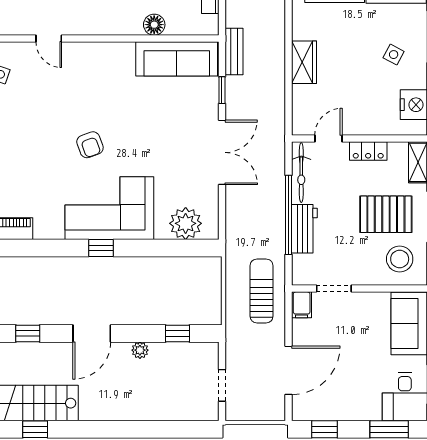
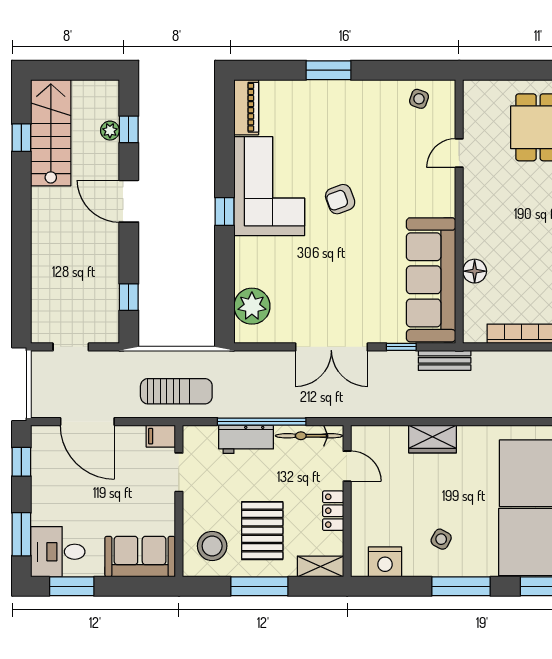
sofa: (177, 59) -> (431, 280), width x1.36, depth x1.27
corner sofa: (109, 208) -> (269, 186), moved
plant: (140, 350) -> (110, 131), moved

